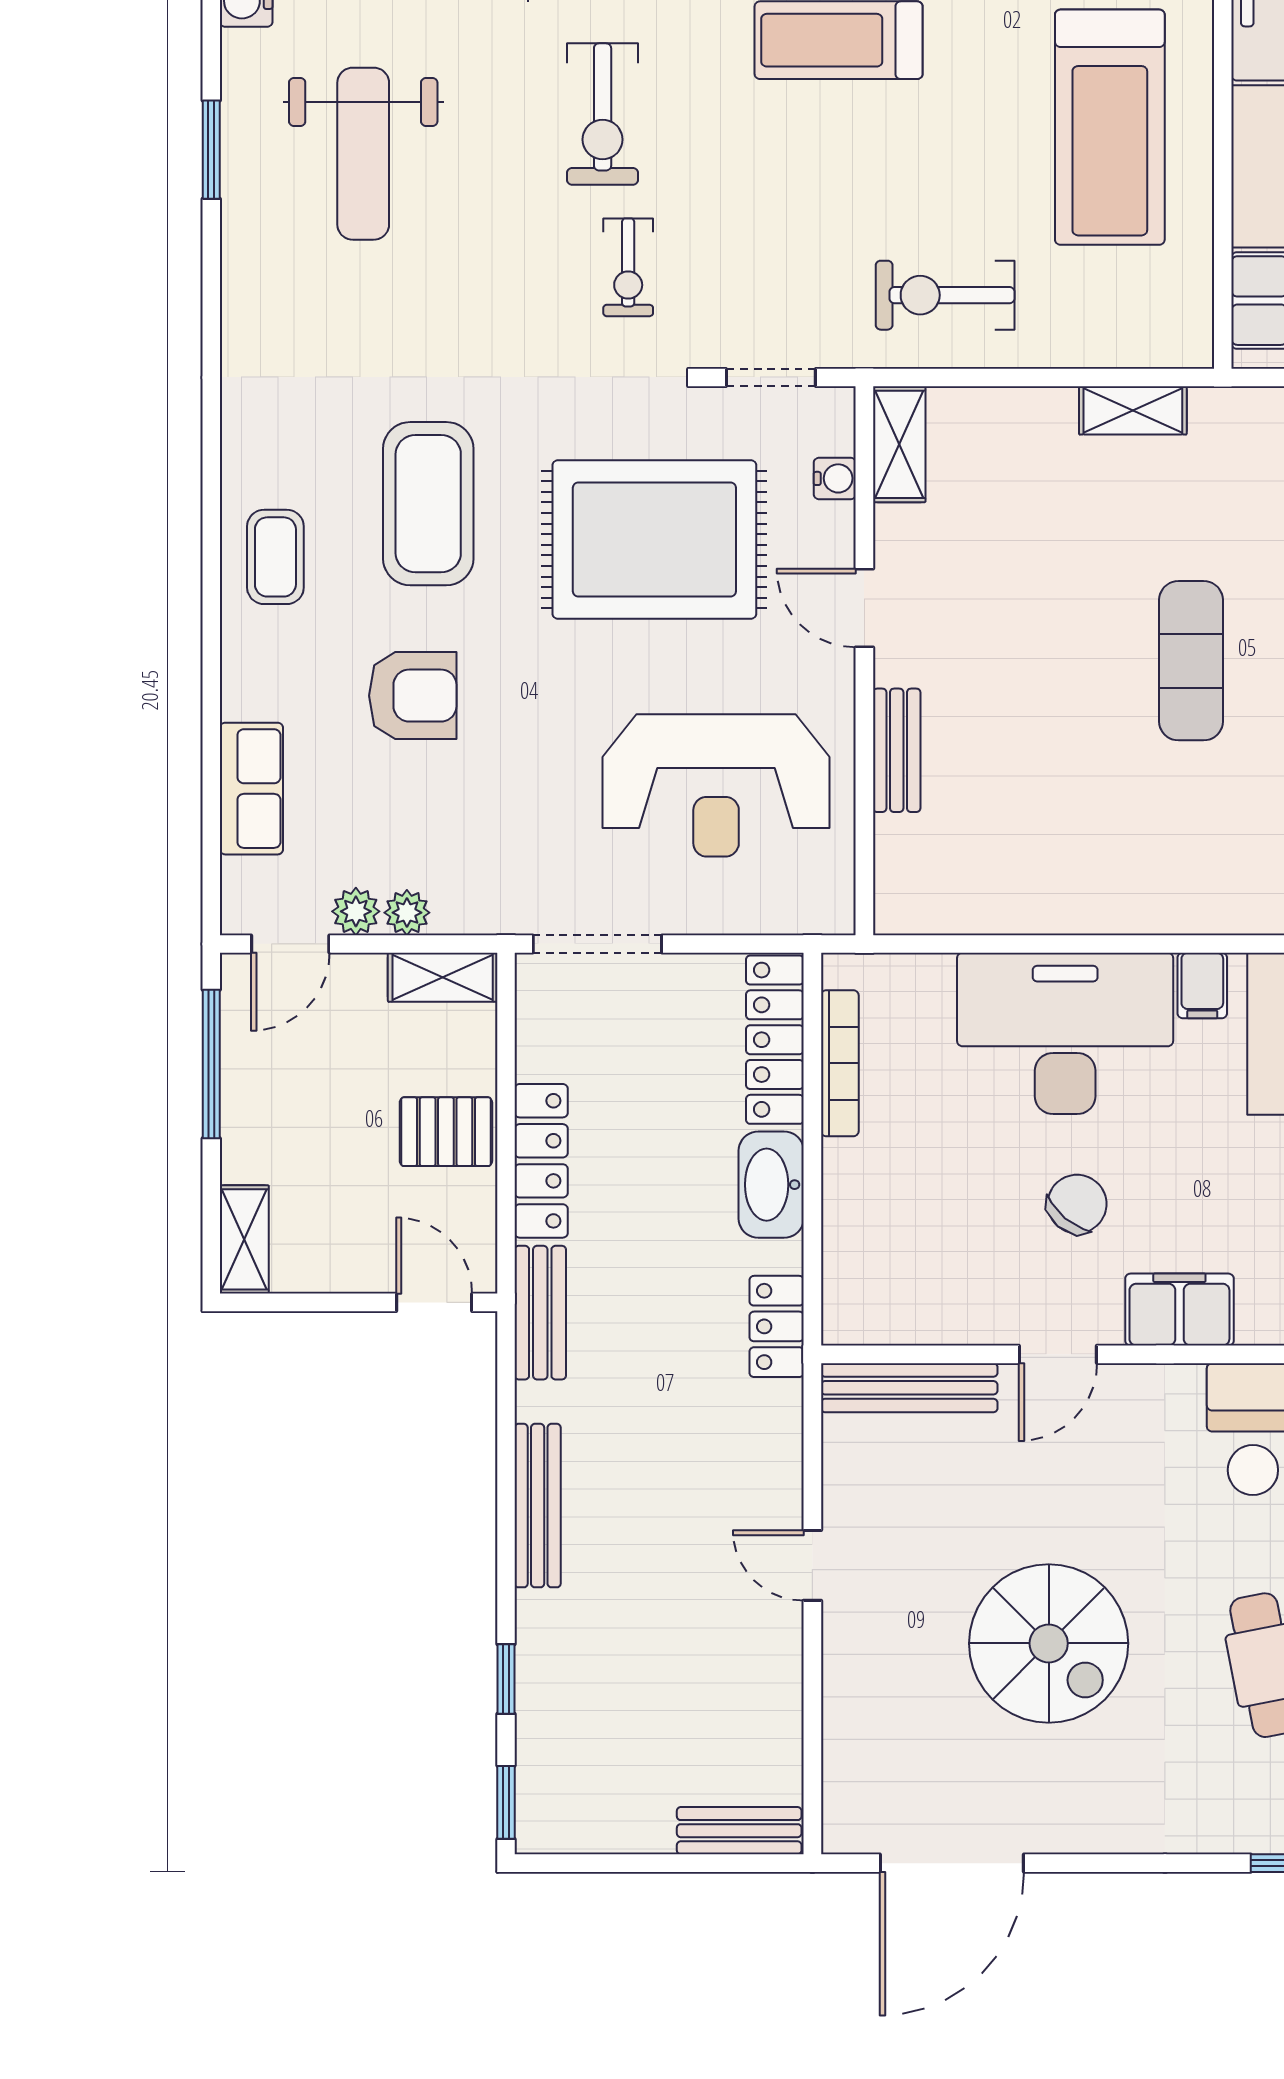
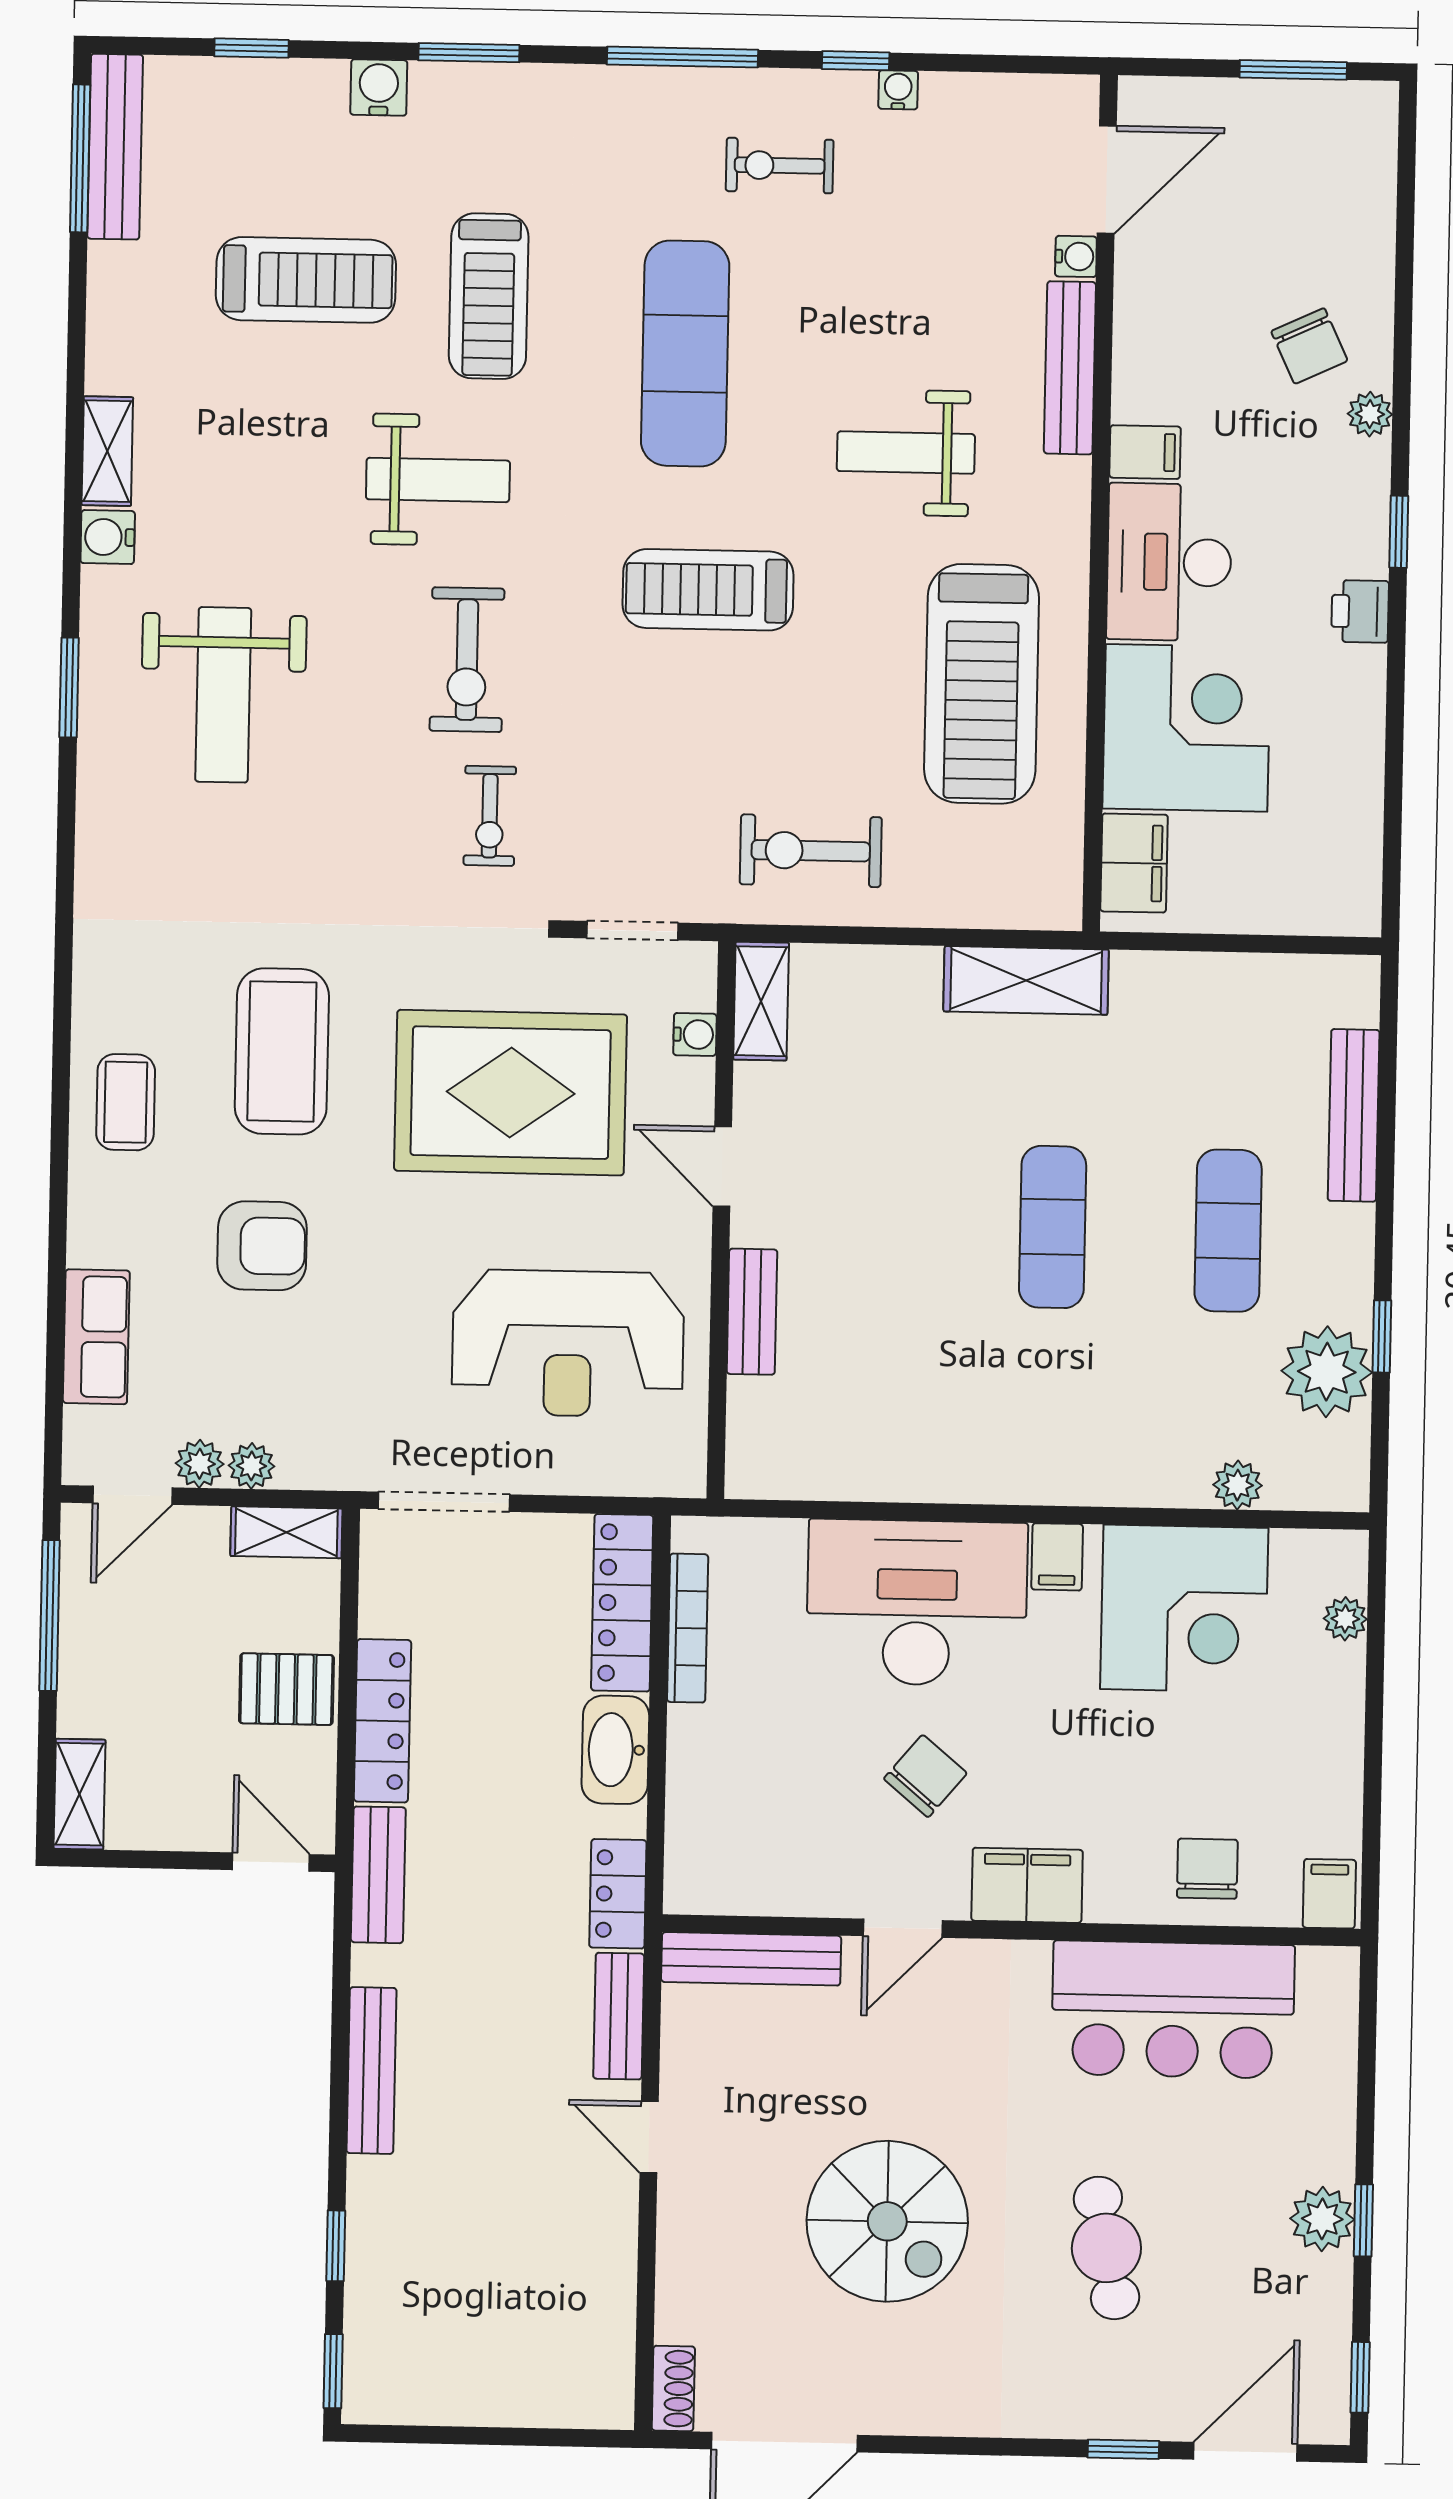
shelving: (1133, 410) -> (1026, 980), width x1.50, depth x1.33
shoe rack: (841, 1812) -> (673, 2388), added
bench: (739, 1831) -> (619, 2016), moved, turned 90

